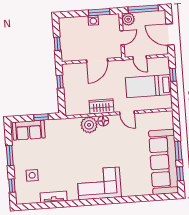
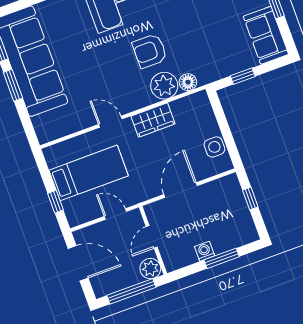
window: (99, 12) -> (222, 258), moved
side table: (70, 80) -> (214, 147), added
window: (60, 82) -> (229, 140), removed
floor lamp: (103, 121) -> (188, 82), moved
sofa: (29, 130) -> (266, 35), moved, turned -90
armchair: (92, 148) -> (150, 51), added

